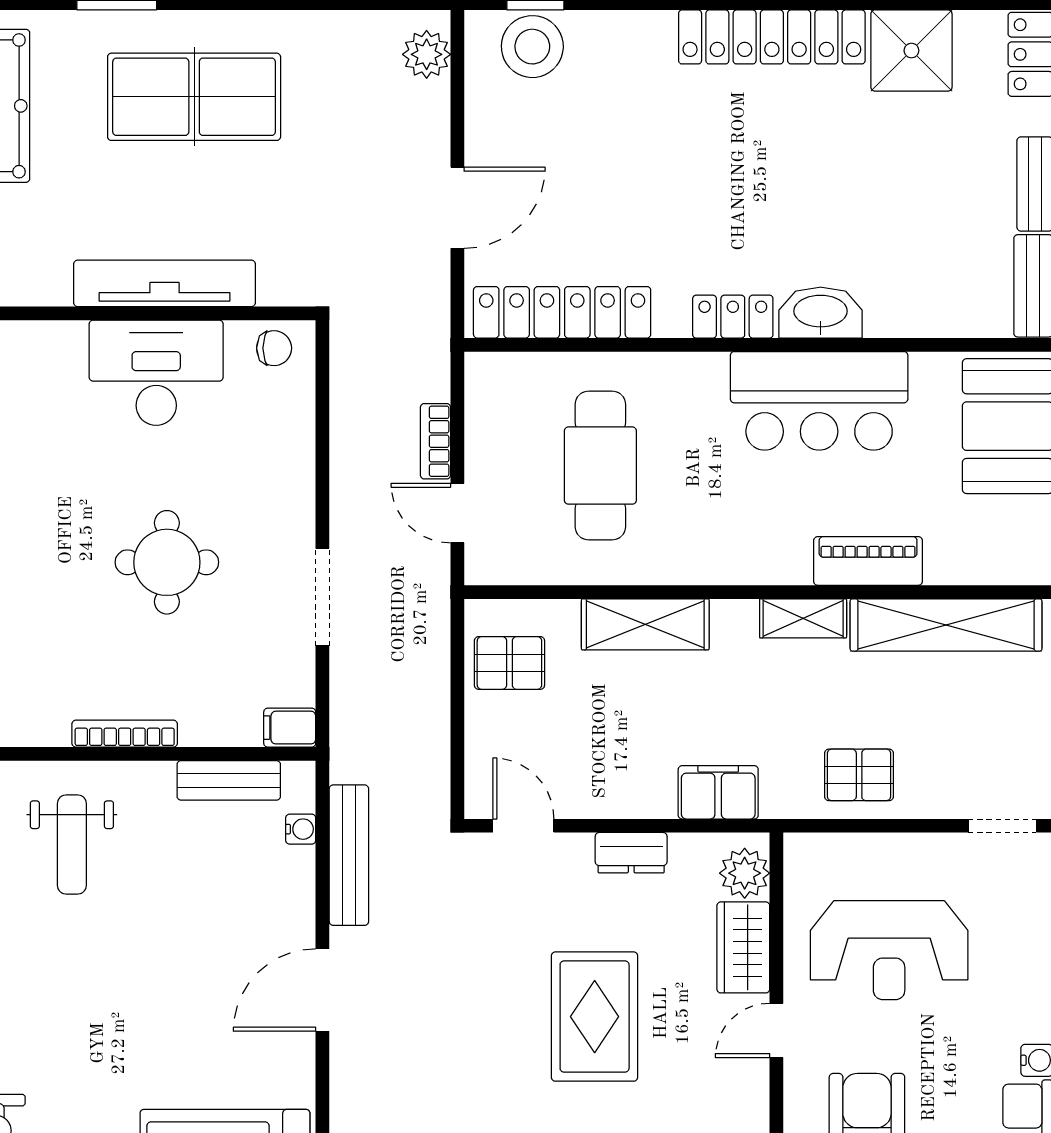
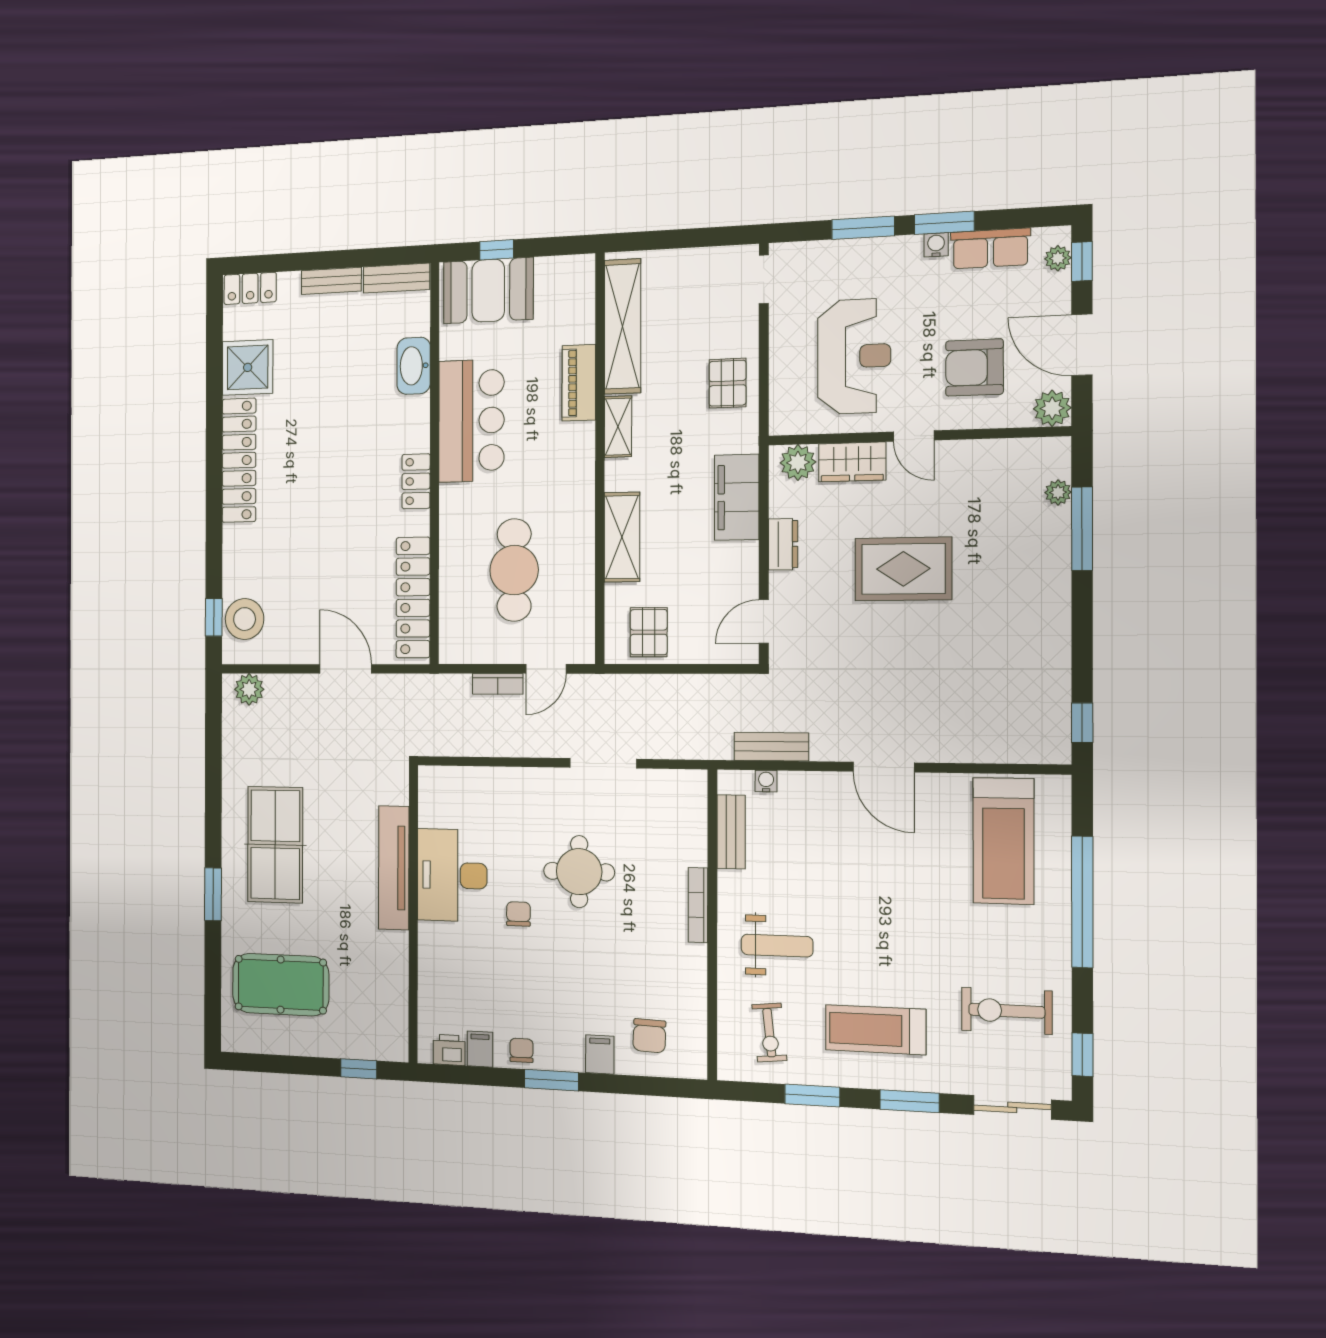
washbasin: (821, 313) -> (414, 366), moved
chair: (274, 348) -> (518, 914), moved
cafe table: (600, 466) -> (514, 570), turned 90
filing cabinet: (290, 728) -> (694, 788), removed
filing cabinet: (718, 792) -> (737, 497), width x1.50, depth x1.17
bench: (349, 855) -> (771, 747), width x0.73

